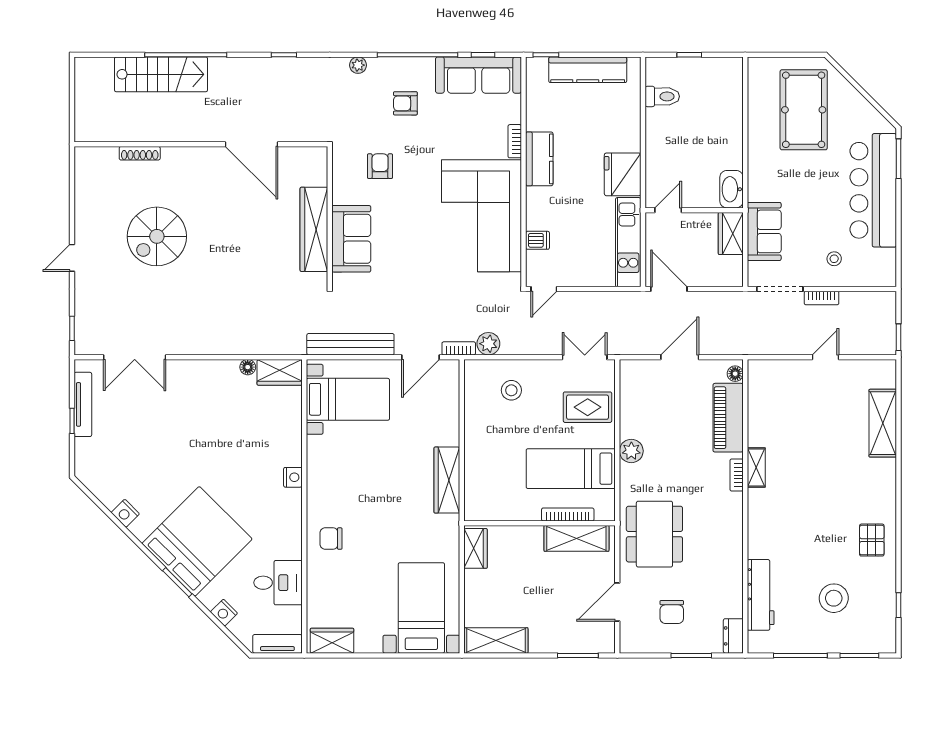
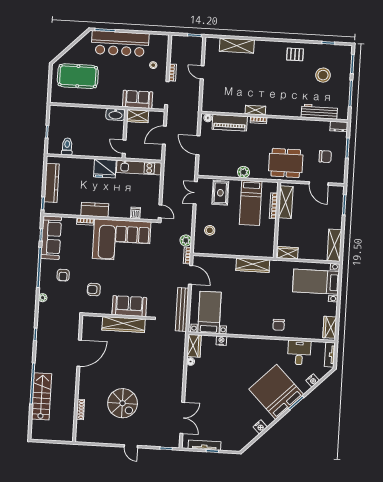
door: (669, 289) -> (164, 135), moved
nightstand: (293, 477) -> (221, 341), moved

